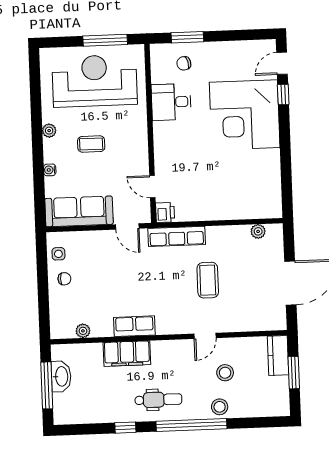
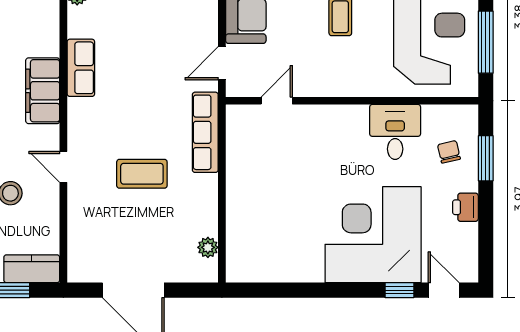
printer: (165, 212) -> (465, 207), moved, turned 90
filing cabinet: (127, 354) -> (43, 91), moved

